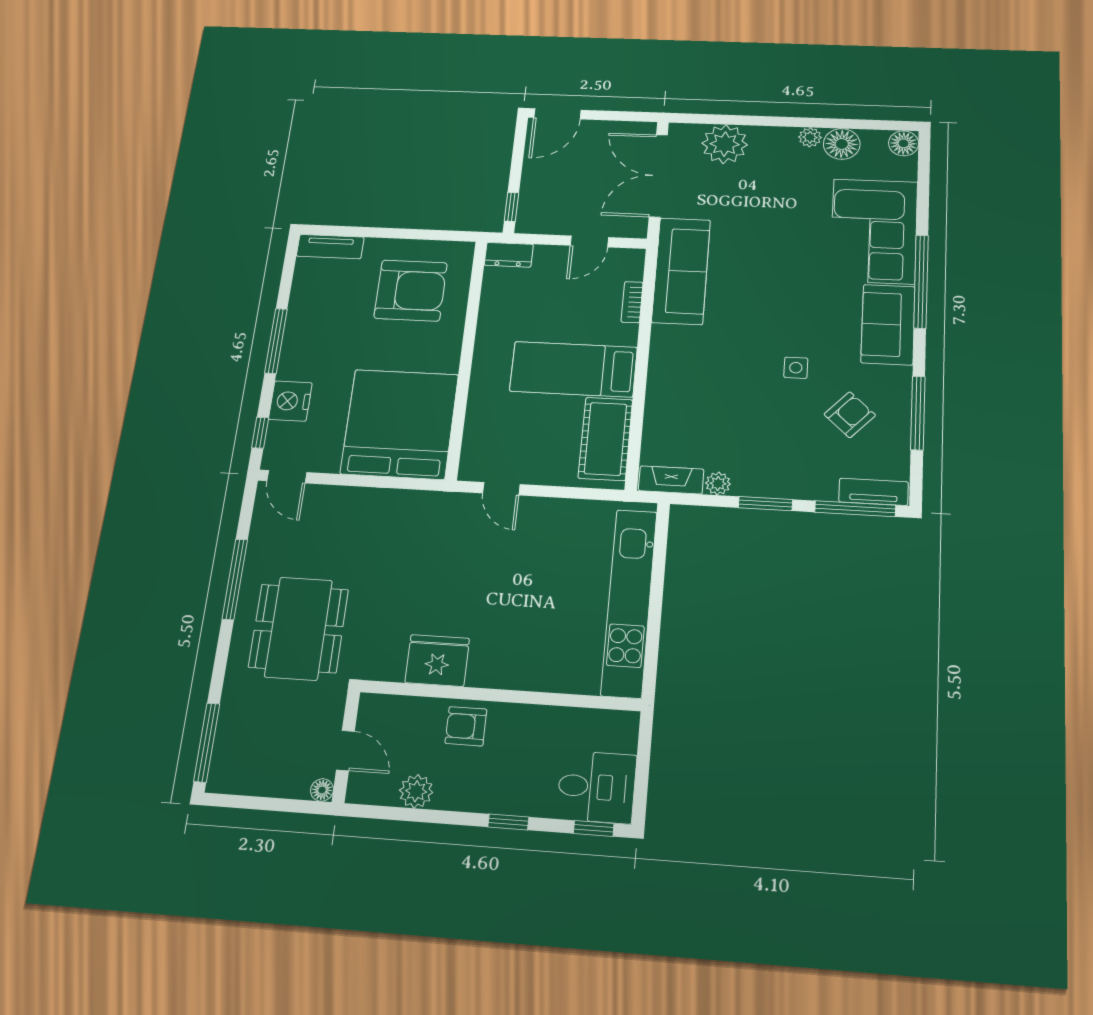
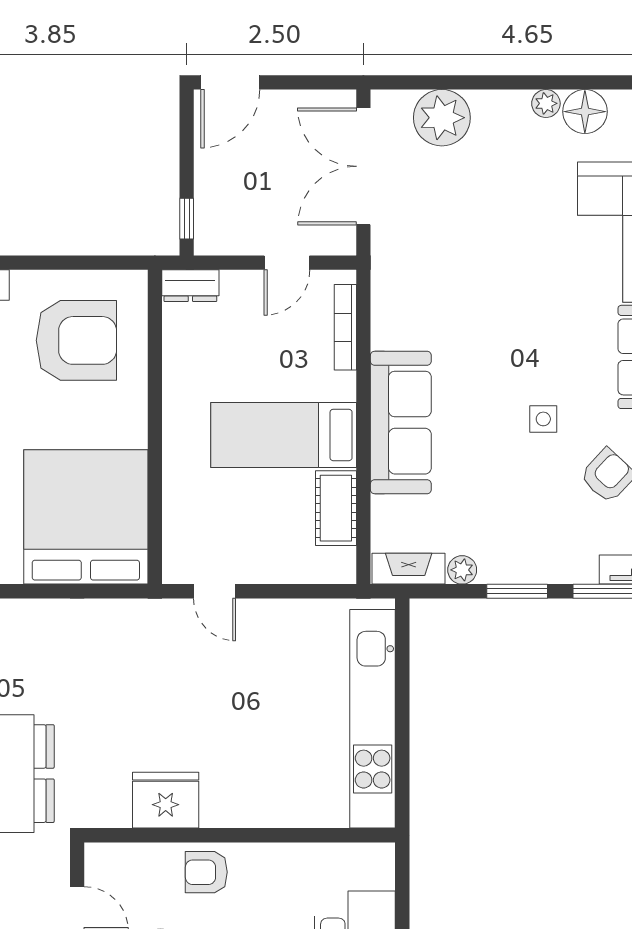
sofa: (681, 271) -> (401, 423), moved
bookcase: (632, 302) -> (345, 327), width x1.56
cot: (605, 439) -> (336, 508), width x0.73, depth x0.75

